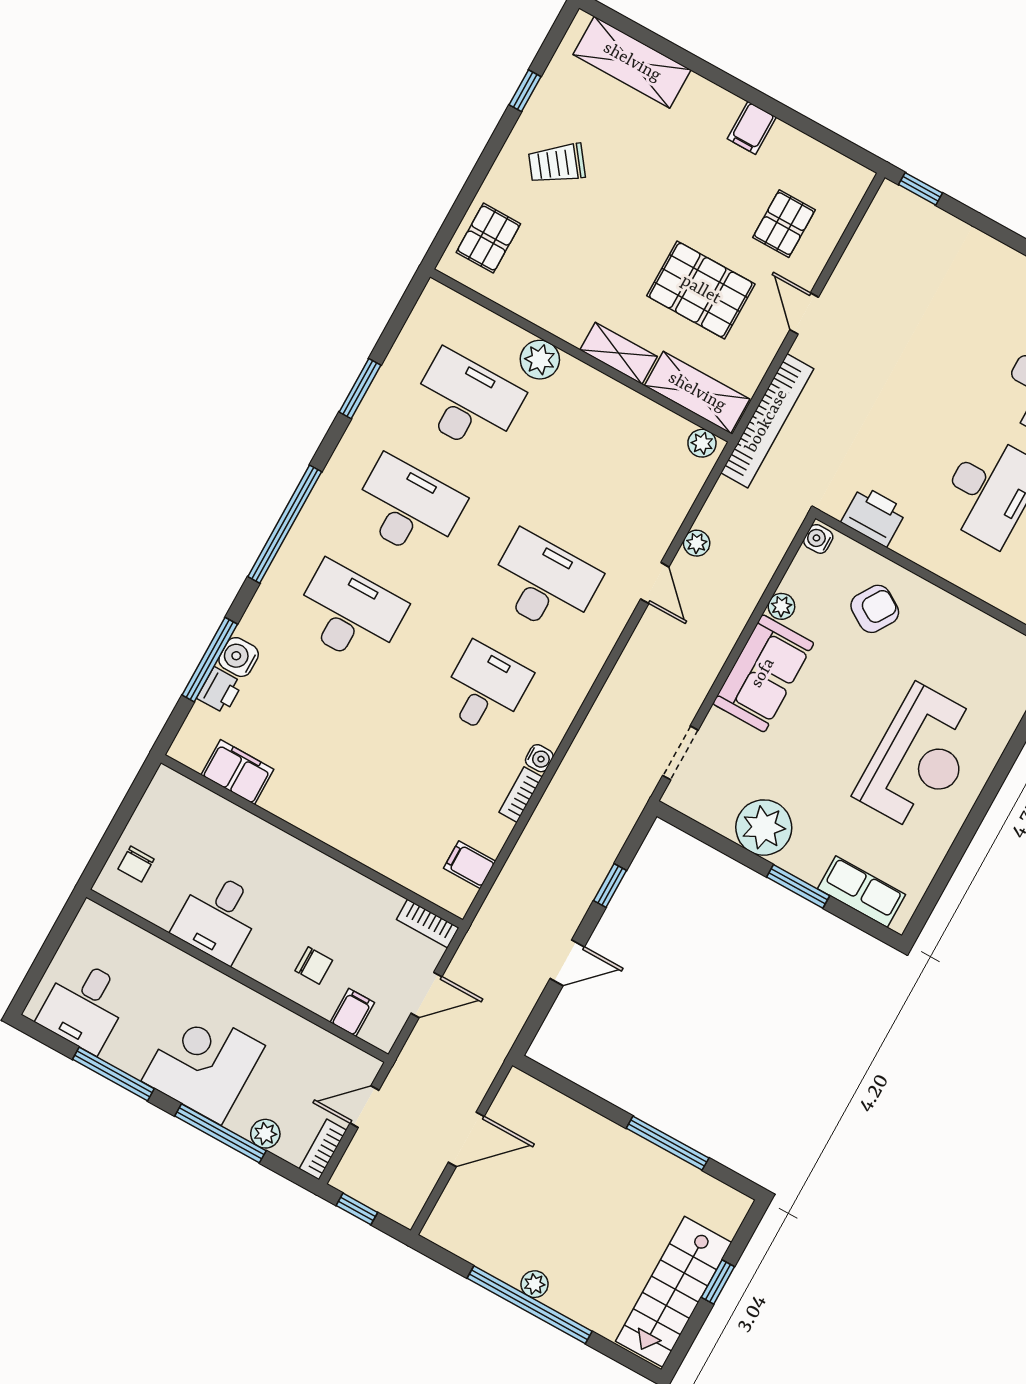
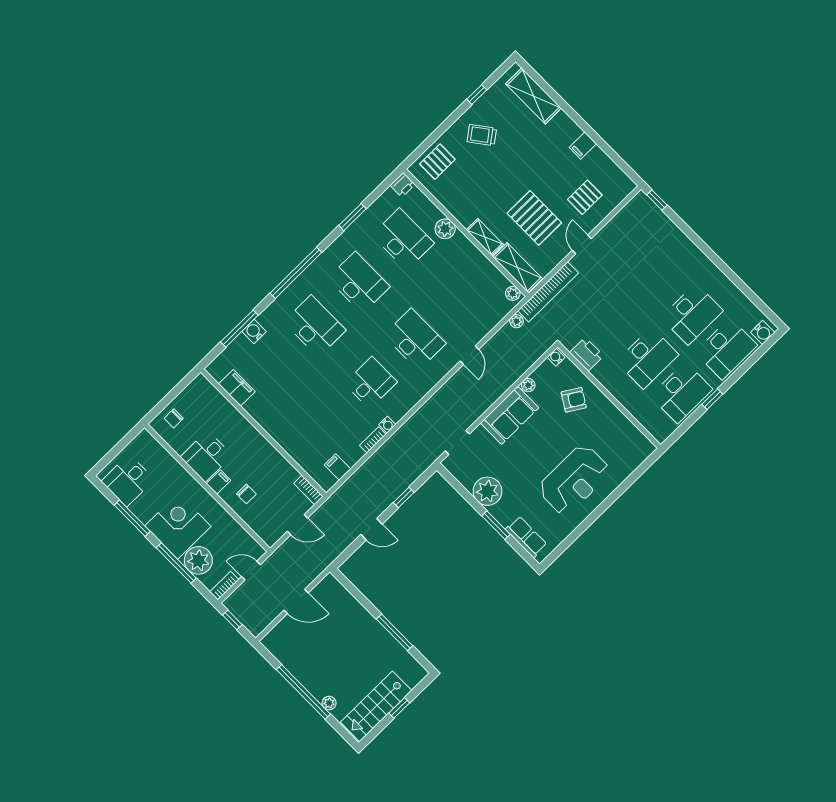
plant: (697, 543) -> (516, 321), moved
printer: (220, 690) -> (403, 185), moved
filing cabinet: (352, 1012) -> (219, 482), moved
plant: (265, 1134) -> (198, 560), width x1.88, depth x1.88
plant: (535, 1284) -> (329, 703), moved

